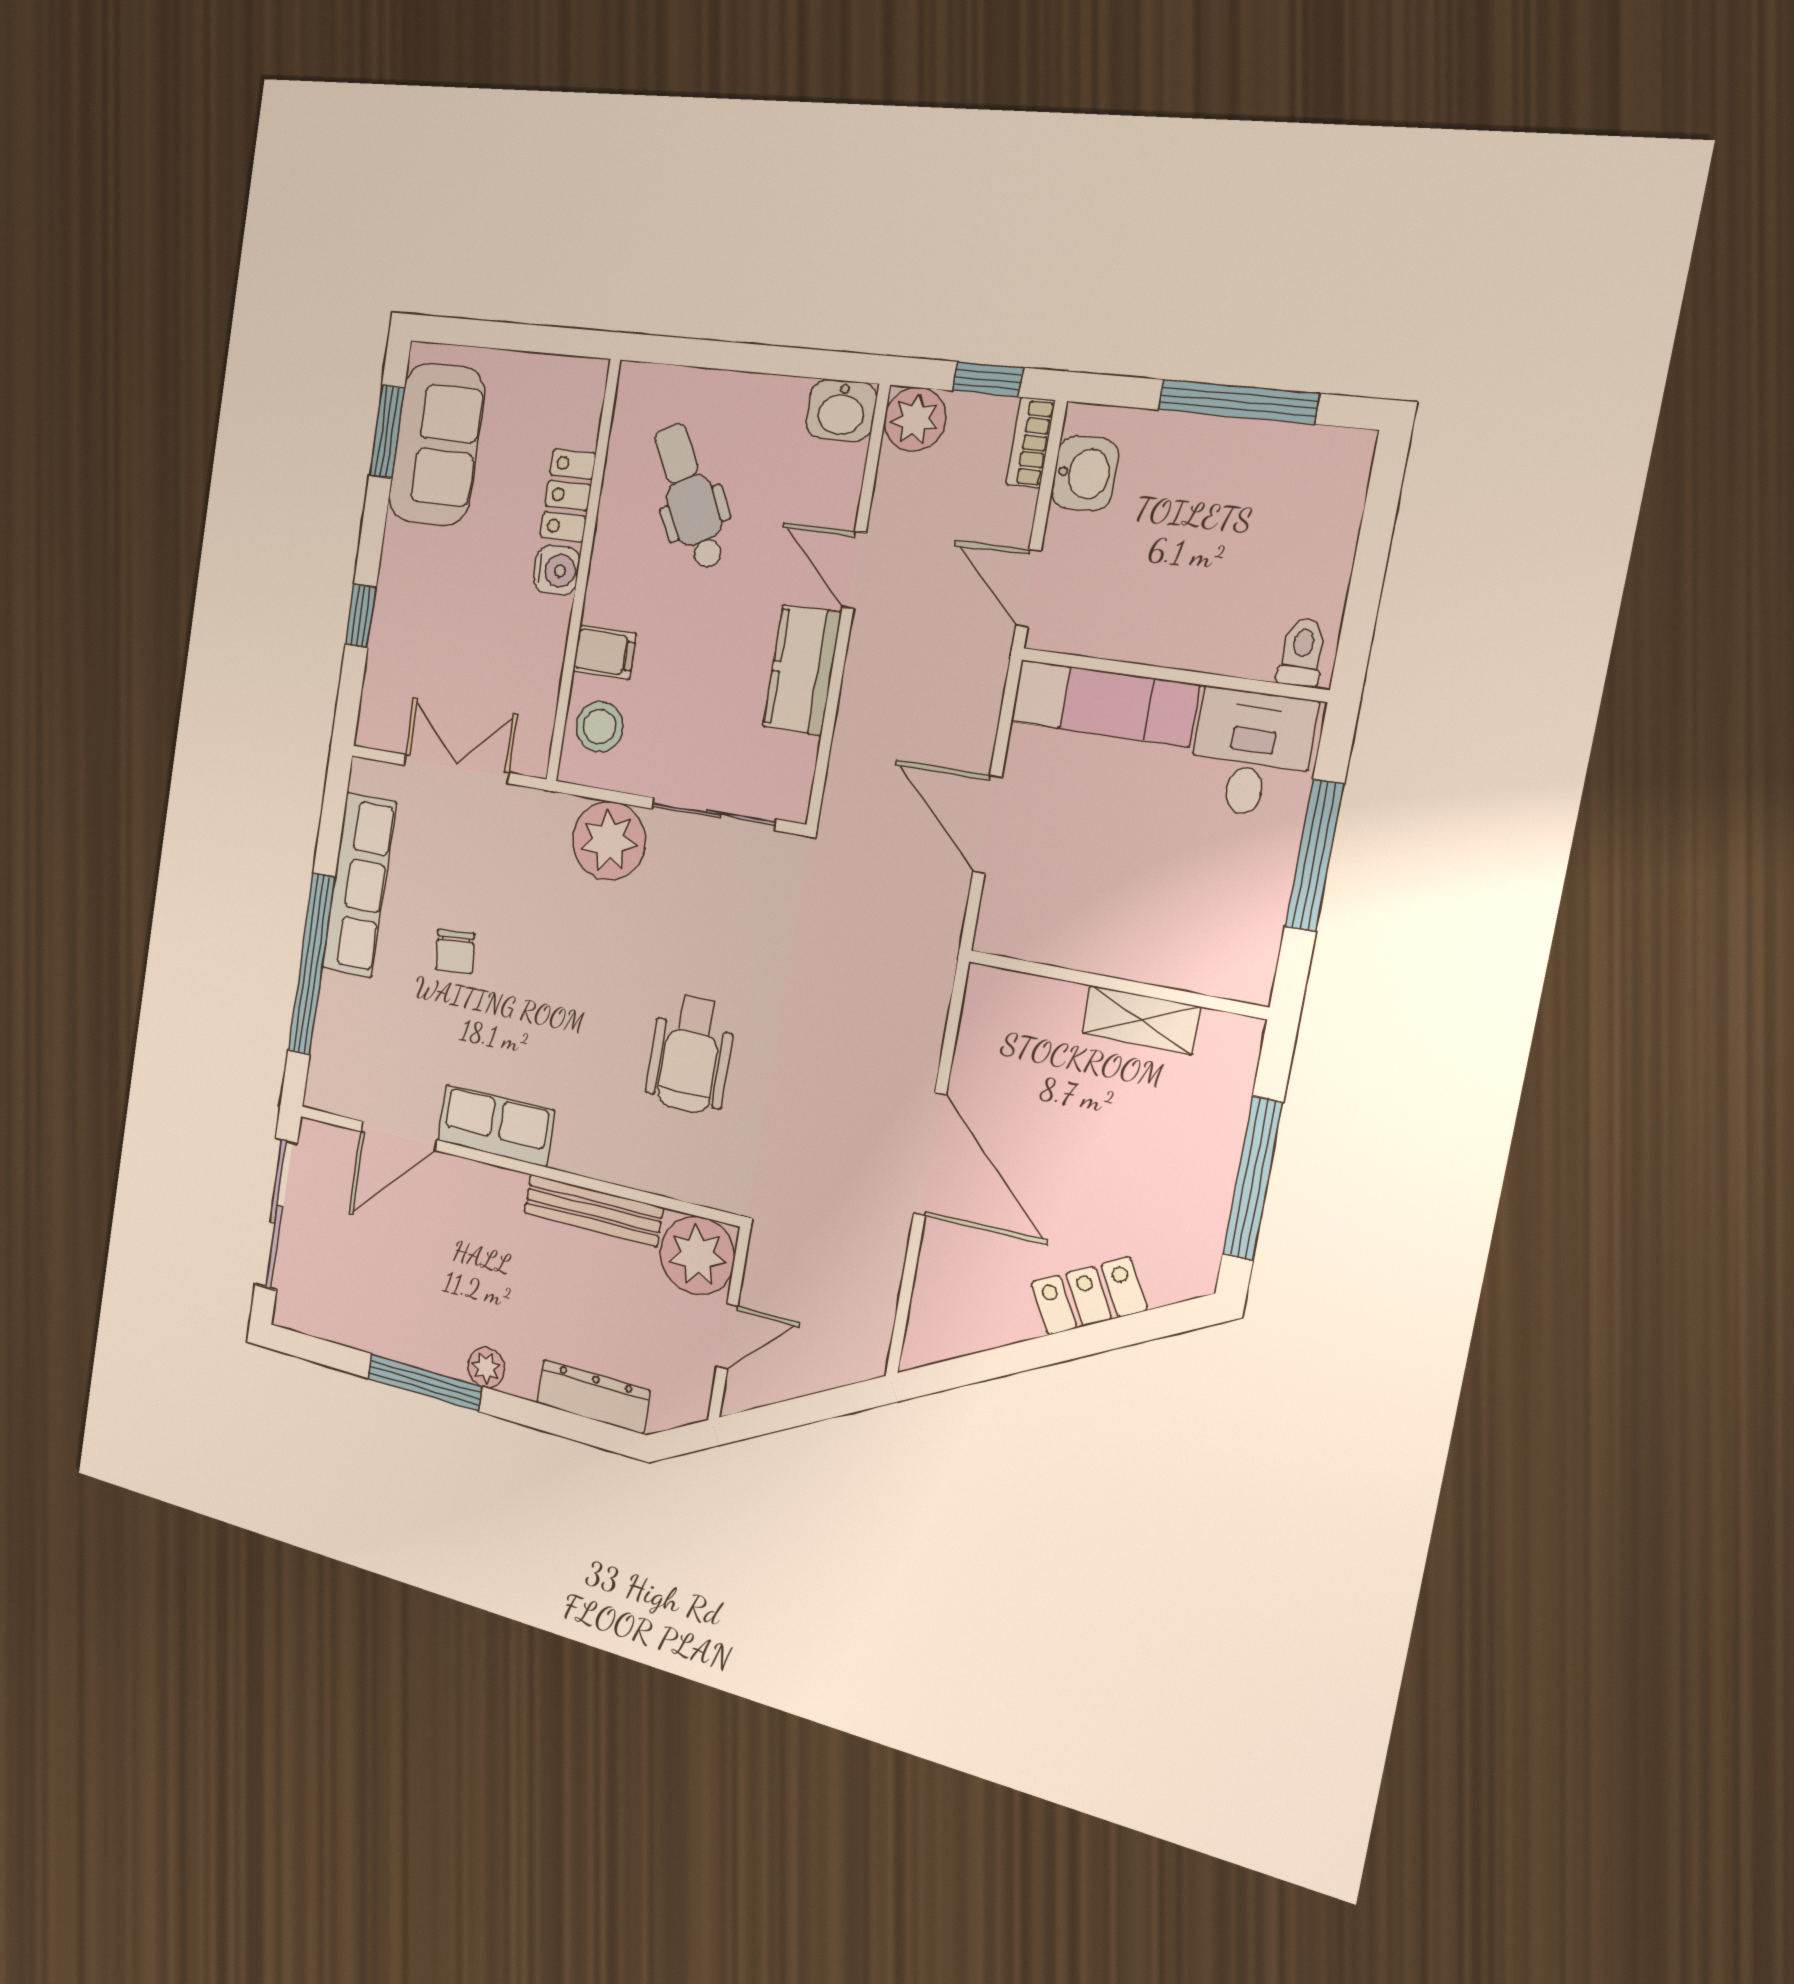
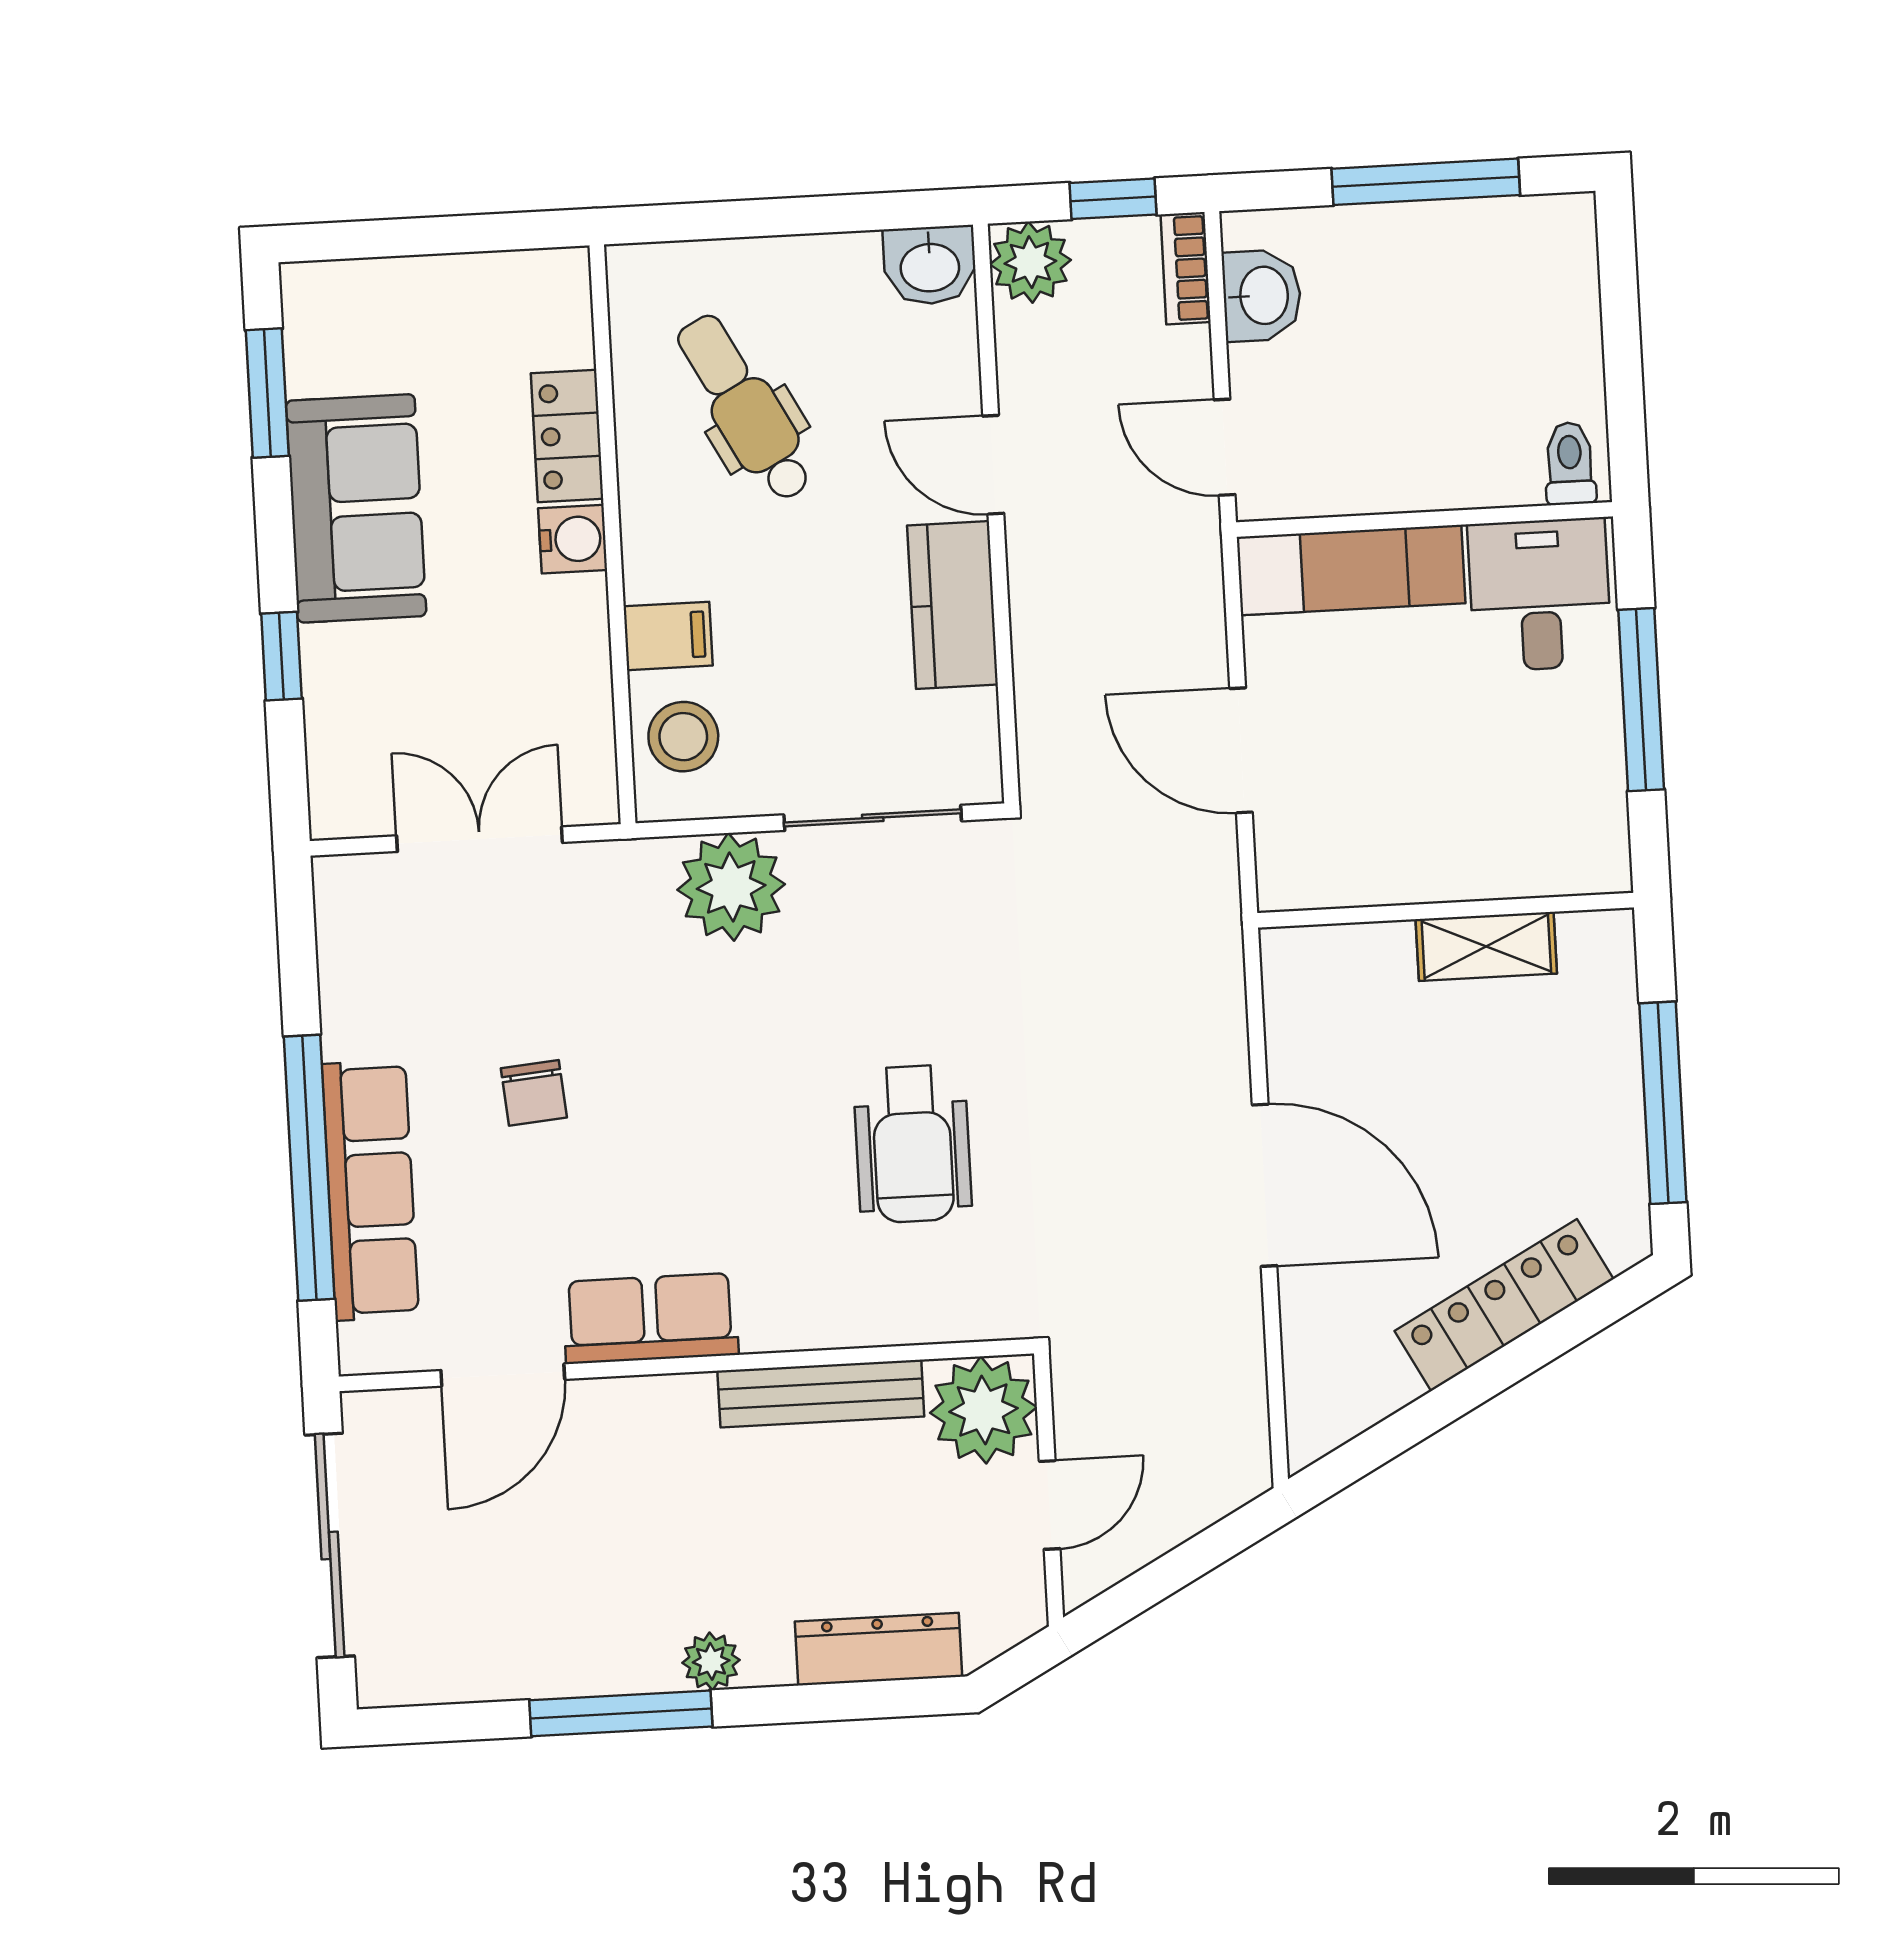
sofa: (436, 445) -> (356, 508), moved
row of seats: (359, 885) -> (370, 1190), moved
locker: (1089, 1296) -> (1504, 1305), width x1.53

